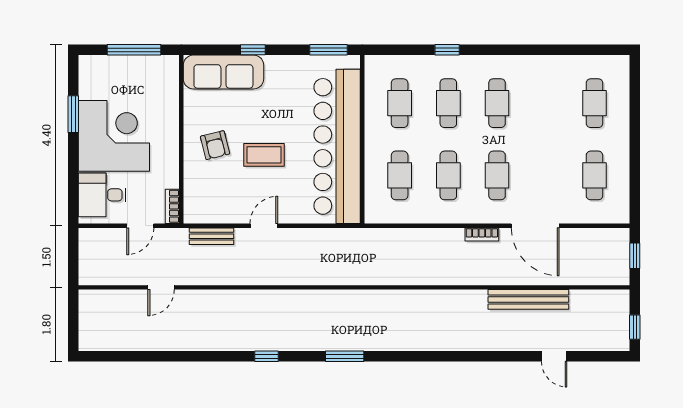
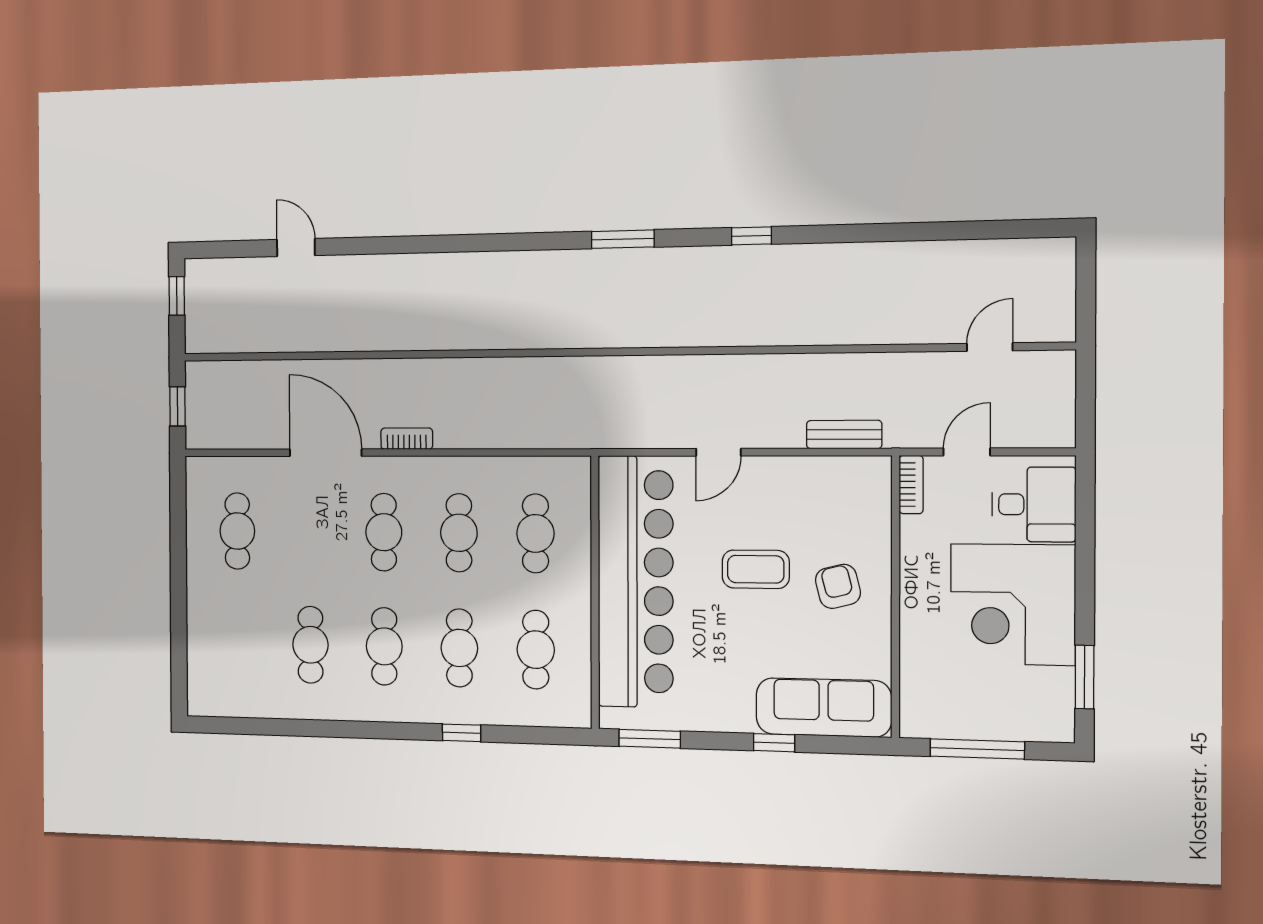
cafe table: (594, 103) -> (310, 645), moved
window: (73, 114) -> (1085, 677), moved
door: (264, 226) -> (718, 452), moved
door: (161, 287) -> (990, 347), moved
bench: (528, 299) -> (335, 336), removed

